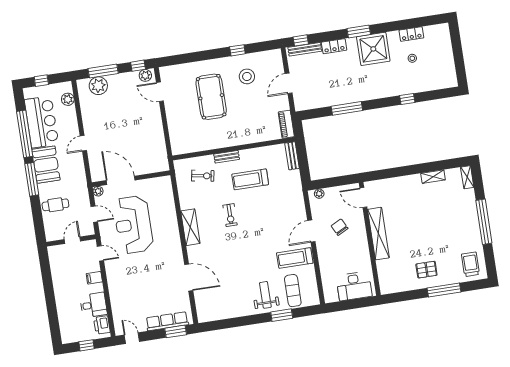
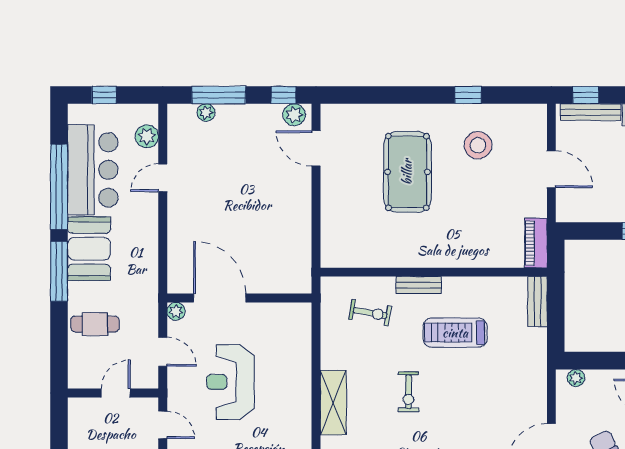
door: (288, 83) -> (551, 169), swing flipped
plant: (98, 86) -> (206, 113), width x0.53, depth x0.53
door: (83, 143) -> (163, 178), moved
reception desk: (133, 225) -> (230, 382), width x0.74, depth x0.77

